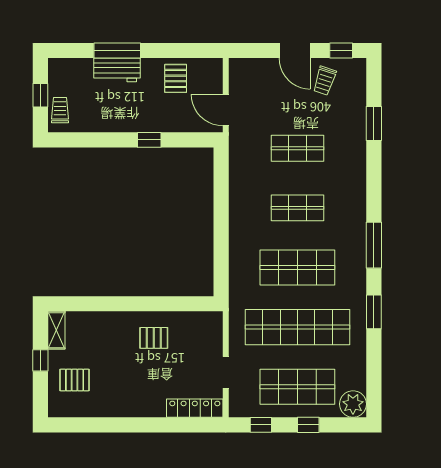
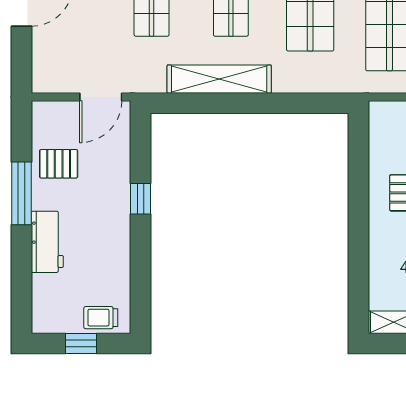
window: (117, 50) -> (21, 193), moved
shelving: (239, 199) -> (219, 79), added

